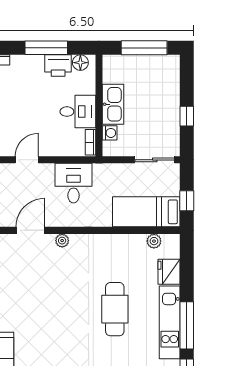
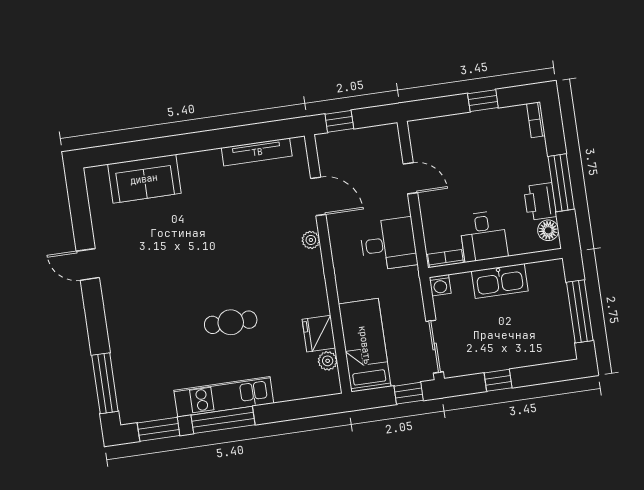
washing machine: (110, 133) -> (440, 285), moved
window: (187, 201) -> (409, 393), moved
fridge: (169, 272) -> (319, 334), moved, turned -90
cafe table: (115, 309) -> (231, 322), width x0.73, depth x0.74

